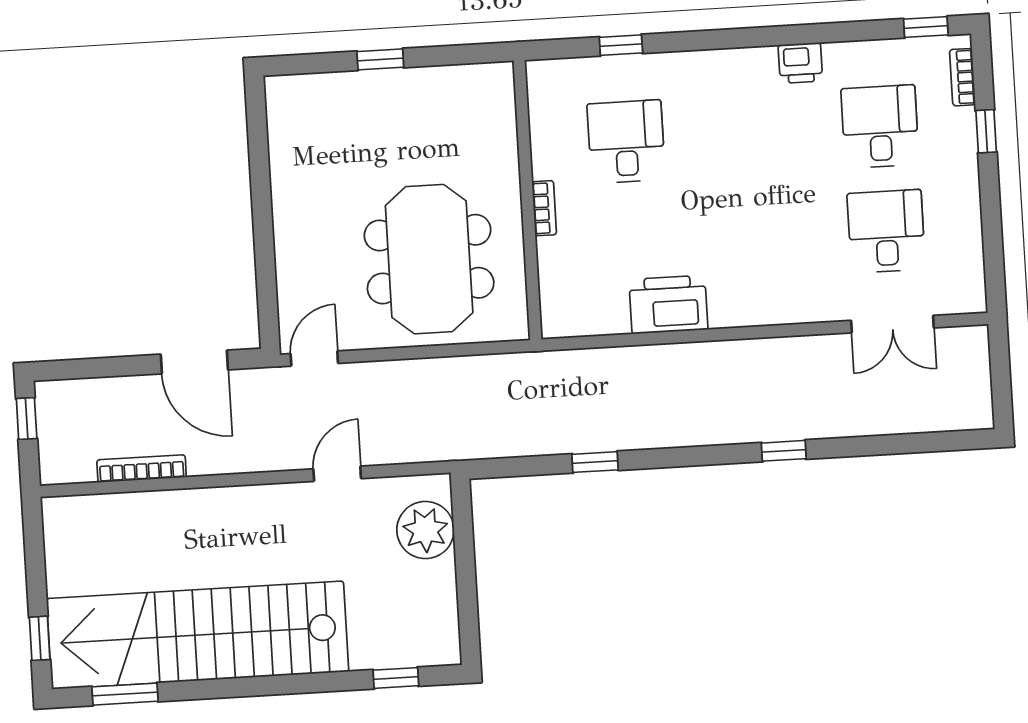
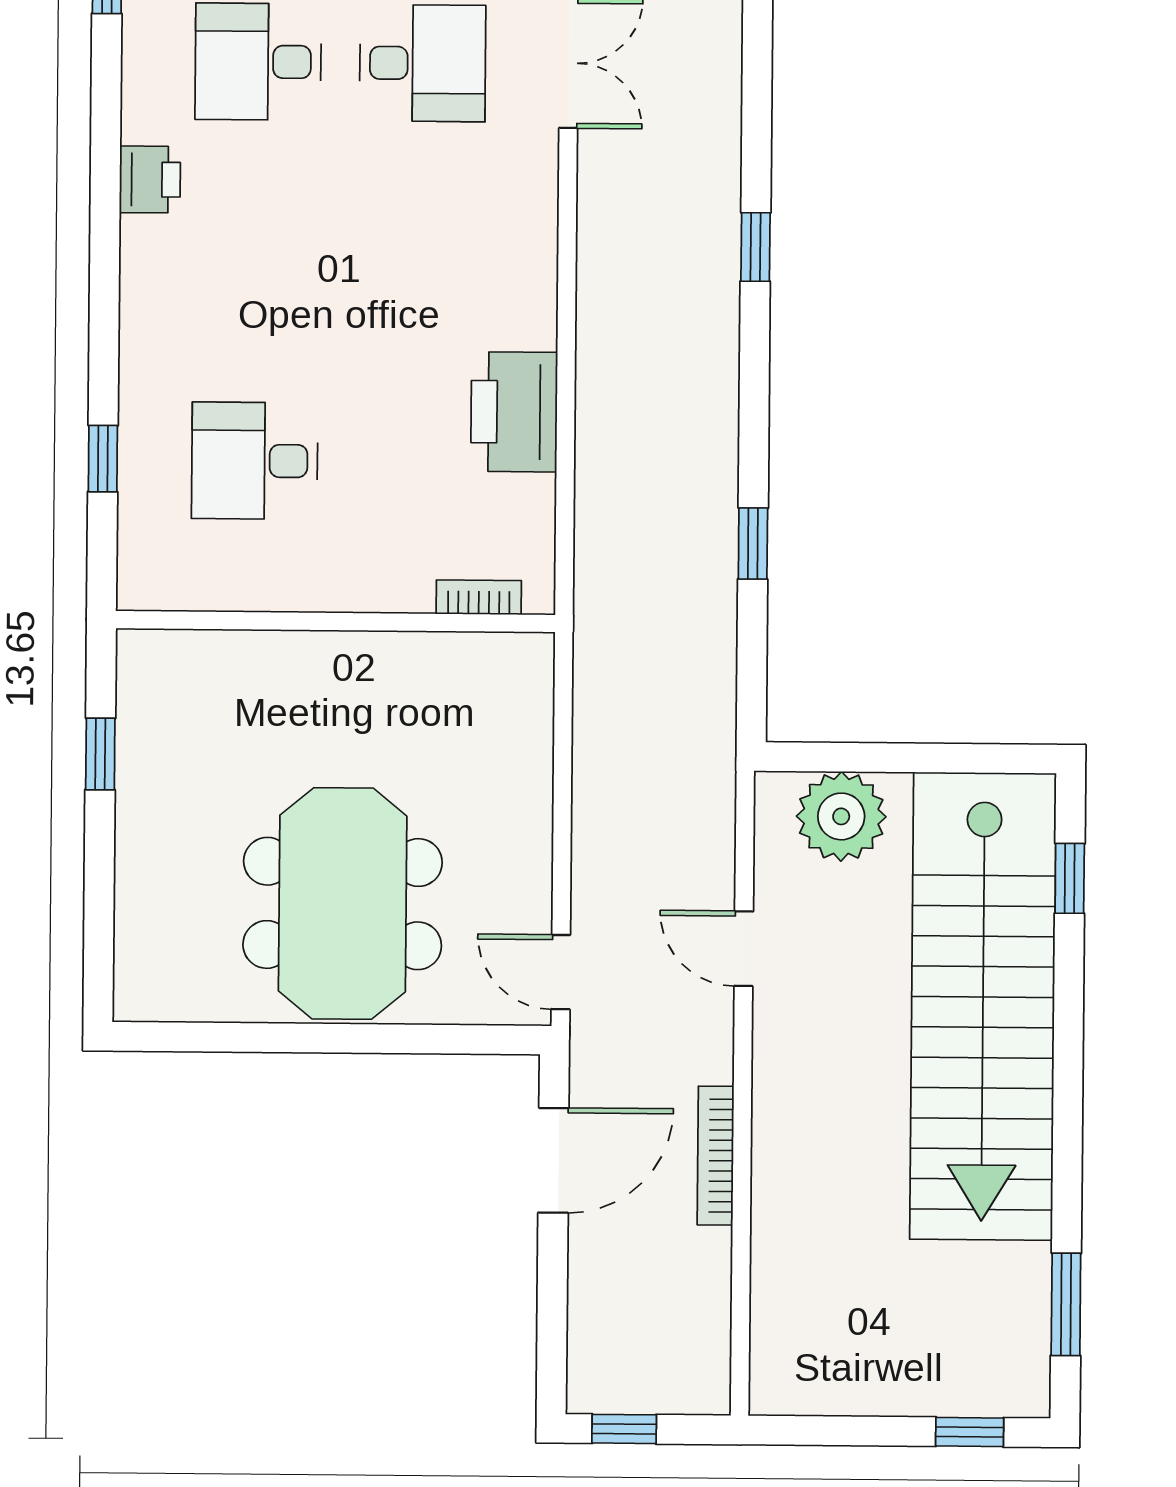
window: (380, 59) -> (100, 754), moved
bookcase: (544, 208) -> (479, 597), moved
desk: (886, 231) -> (423, 63), turned 180
meeting table: (429, 259) -> (343, 904), moved, turned 90
bookcase: (142, 469) -> (716, 1156), moved
stairs: (198, 635) -> (983, 1006), moved

